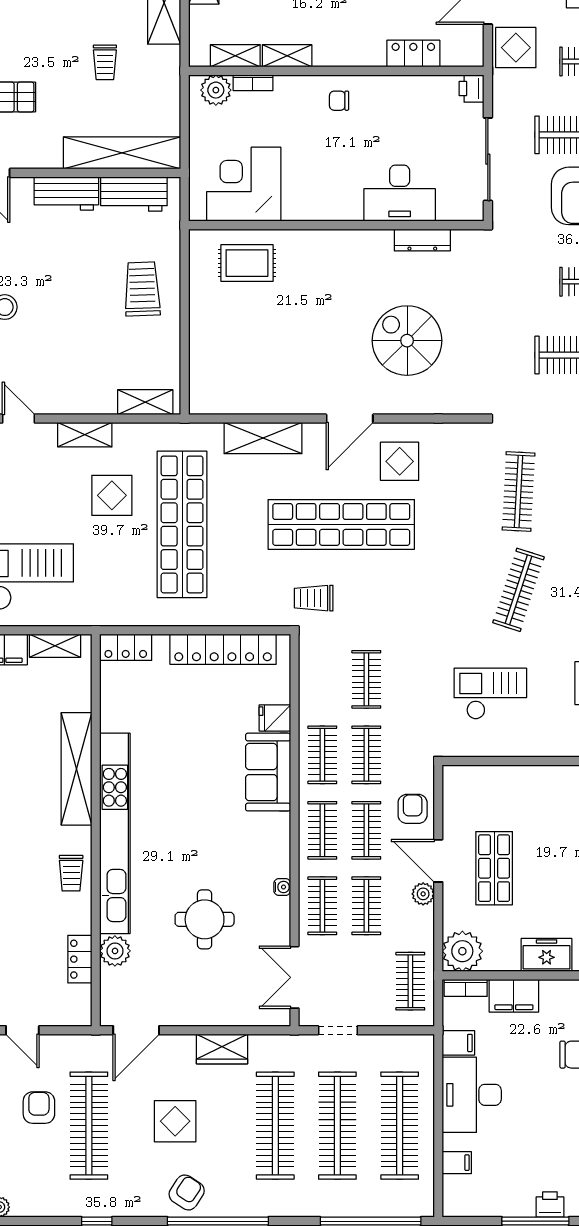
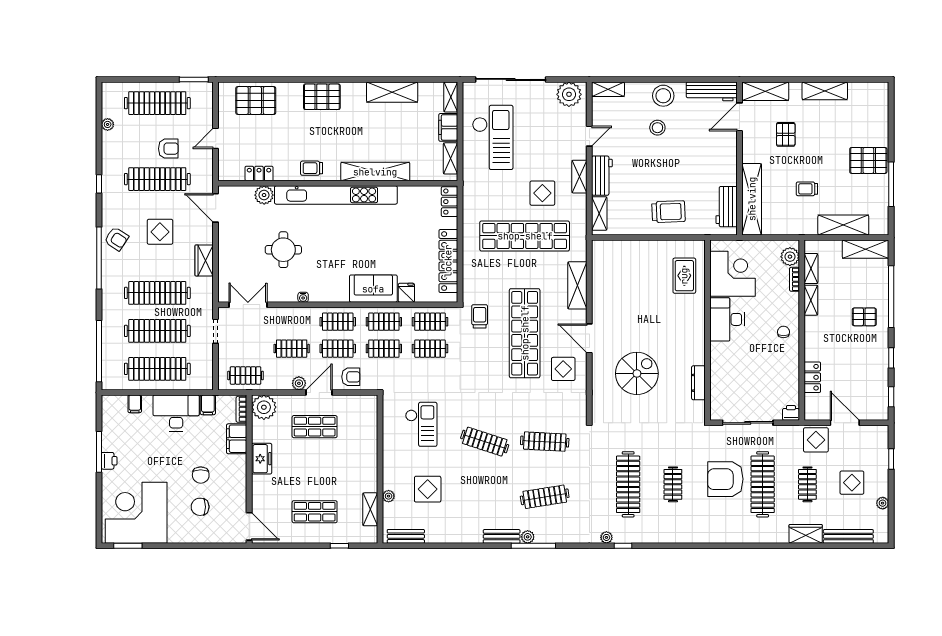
workbench: (66, 193) -> (602, 176), moved, turned 180
desk: (400, 193) -> (727, 319), moved
clothes rail: (322, 906) -> (430, 322), moved

